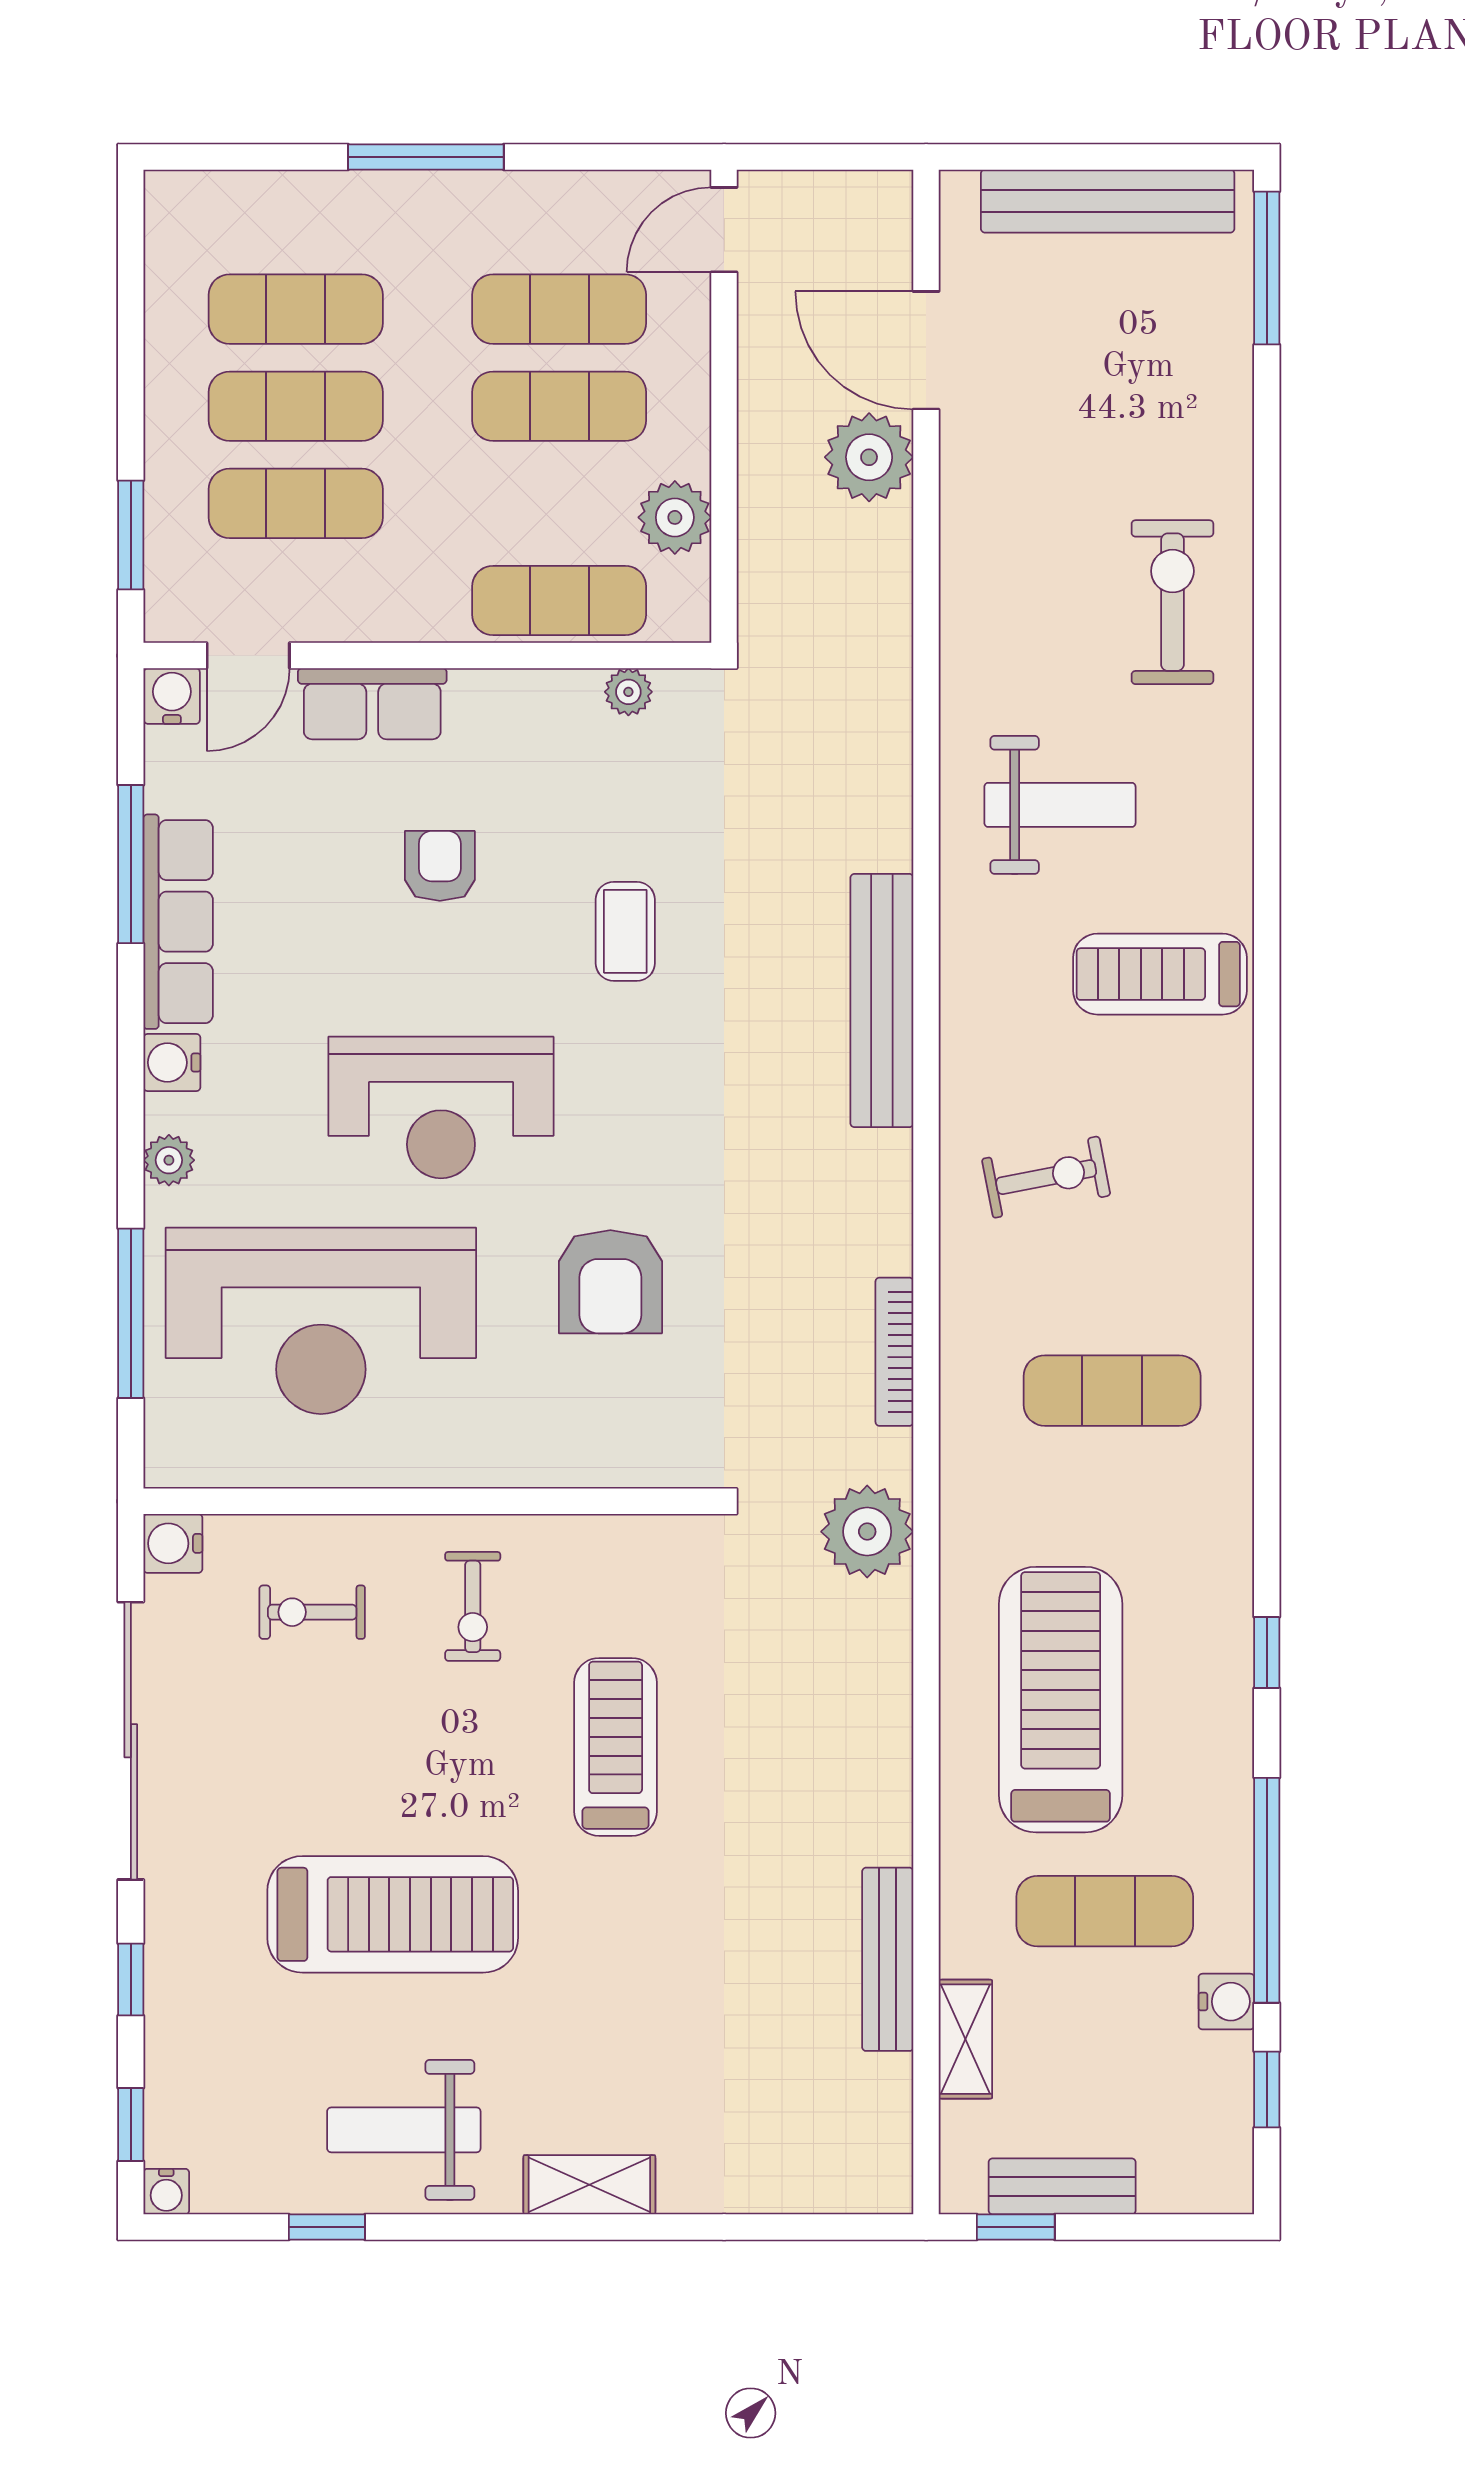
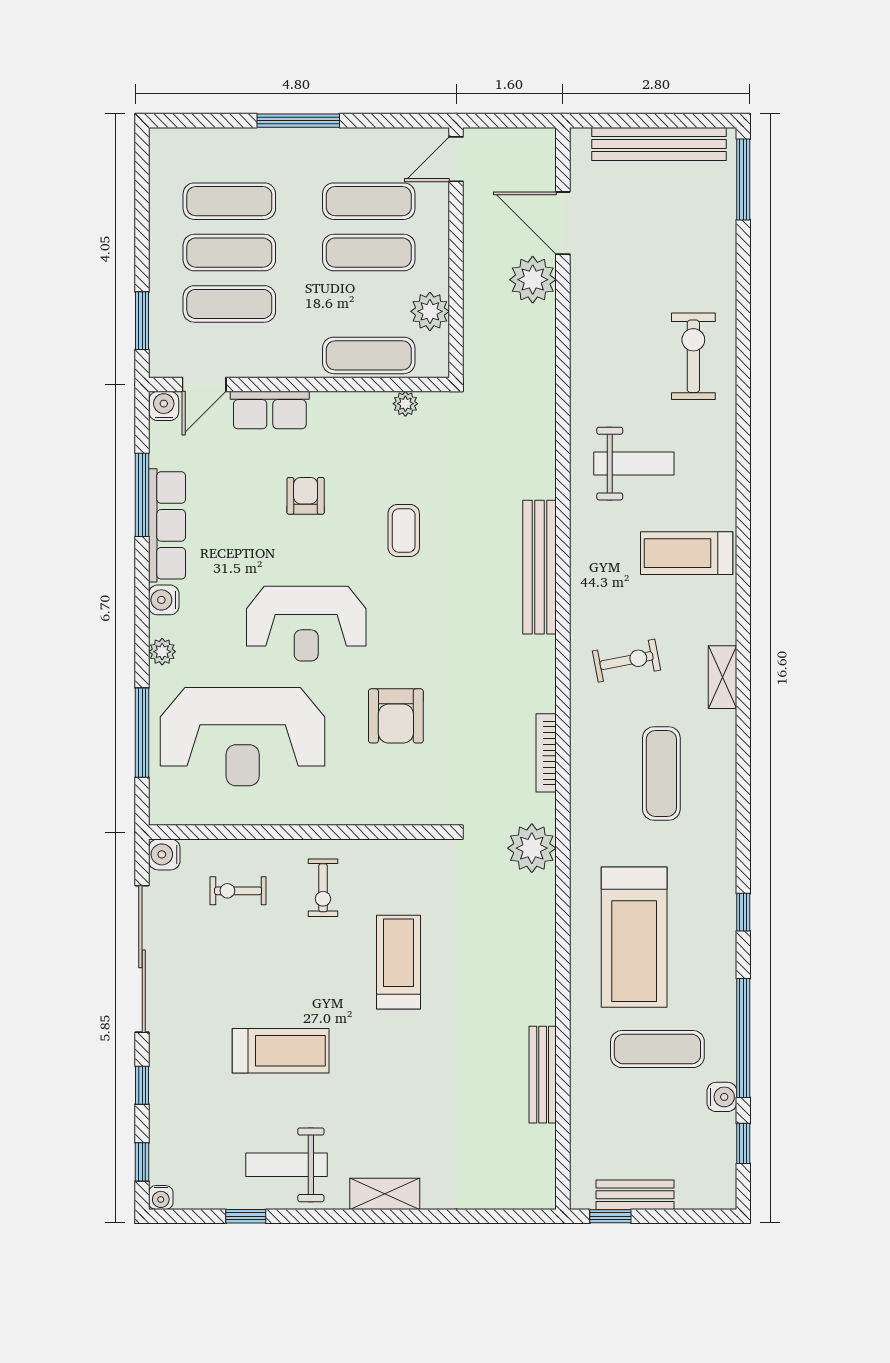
exercise mat: (1112, 1391) -> (661, 774), turned 90
treadmill: (1061, 1700) -> (634, 937), turned 180
treadmill: (393, 1914) -> (281, 1051), width x0.73, depth x0.73
shelving: (965, 2039) -> (722, 677), moved

